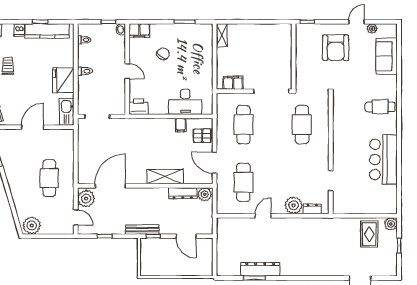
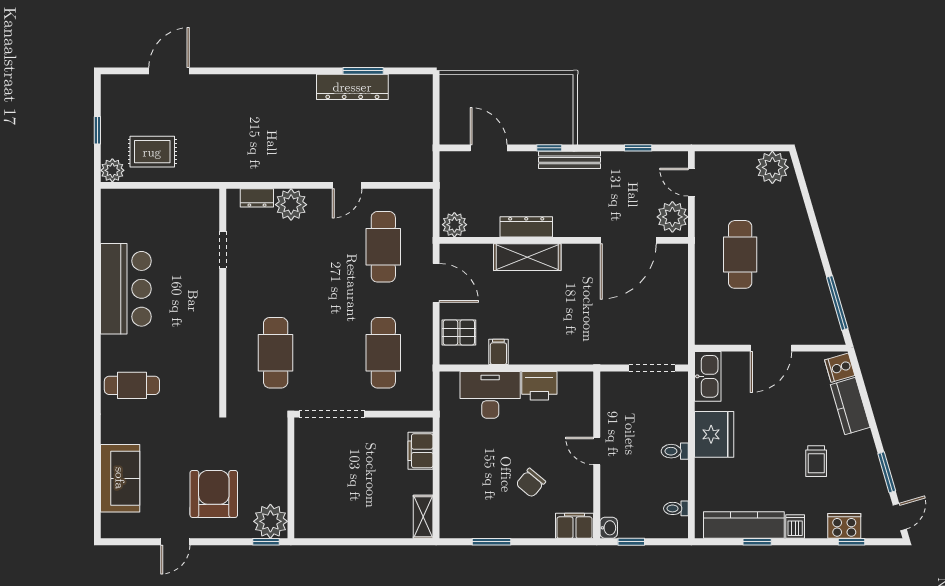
plant: (372, 29) -> (270, 521), moved, width x1.87, depth x1.87
filing cabinet: (233, 83) -> (420, 451), moved, turned 90
printer: (139, 107) -> (539, 386), moved
dresser: (183, 193) -> (526, 227), moved
rug: (369, 234) -> (152, 152), turned 90

